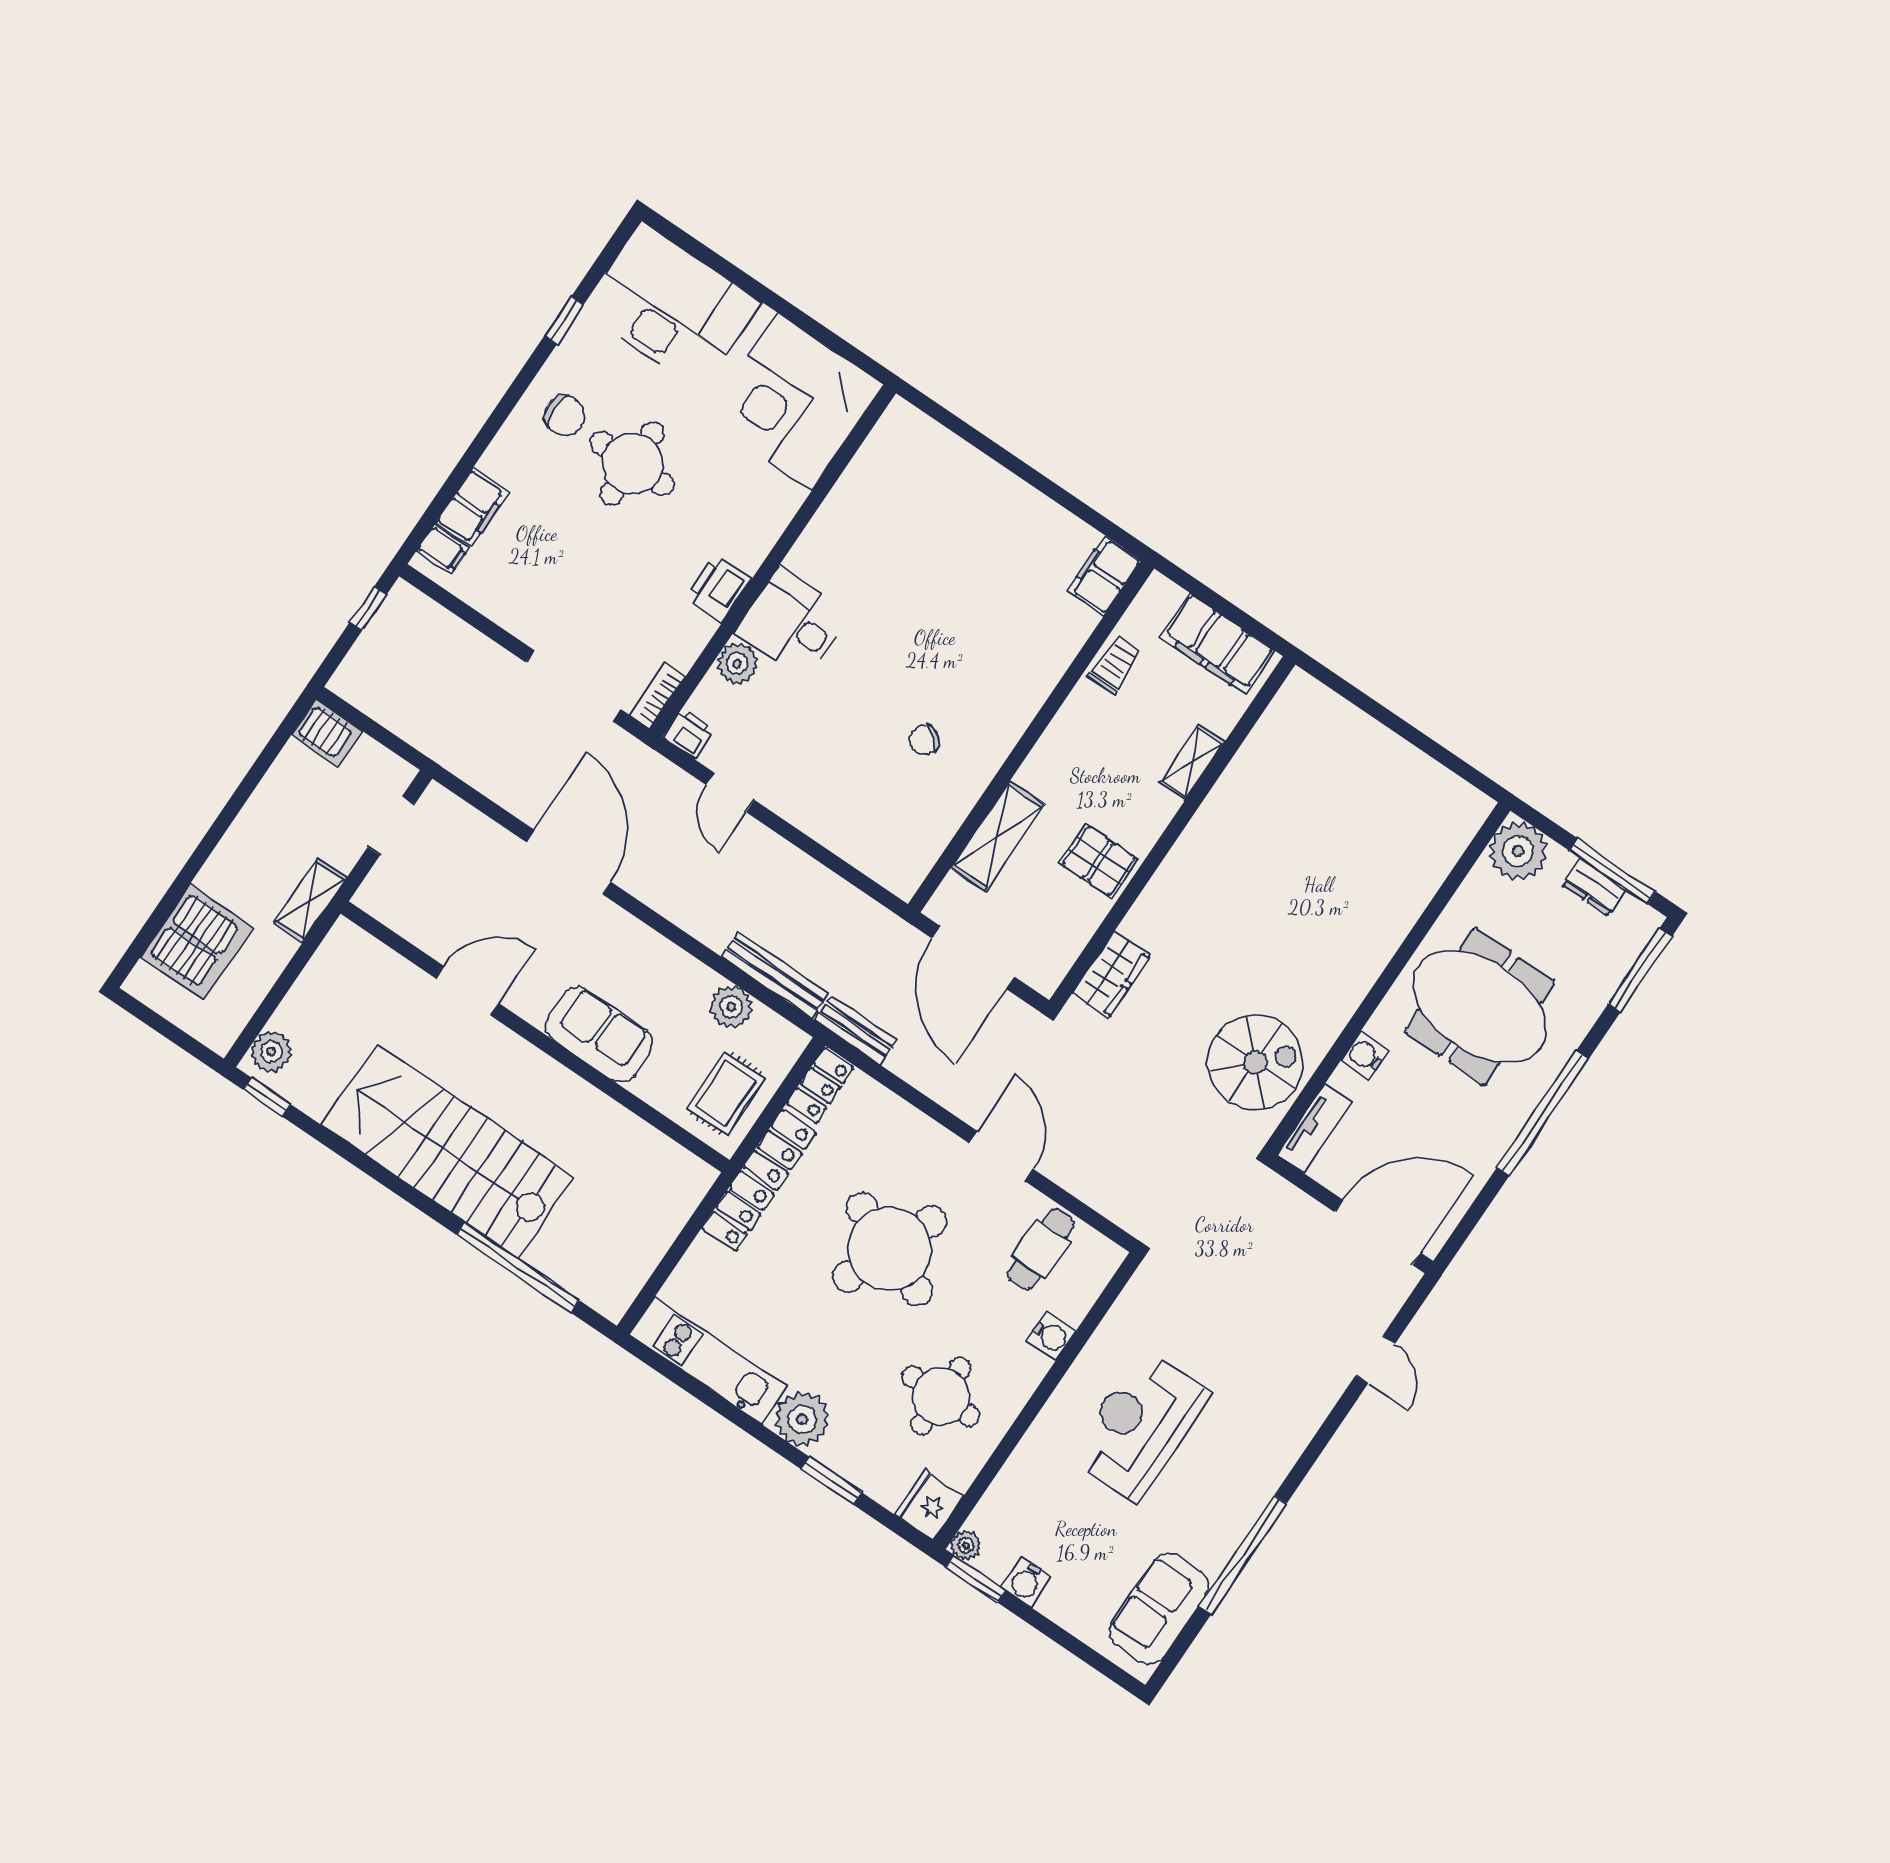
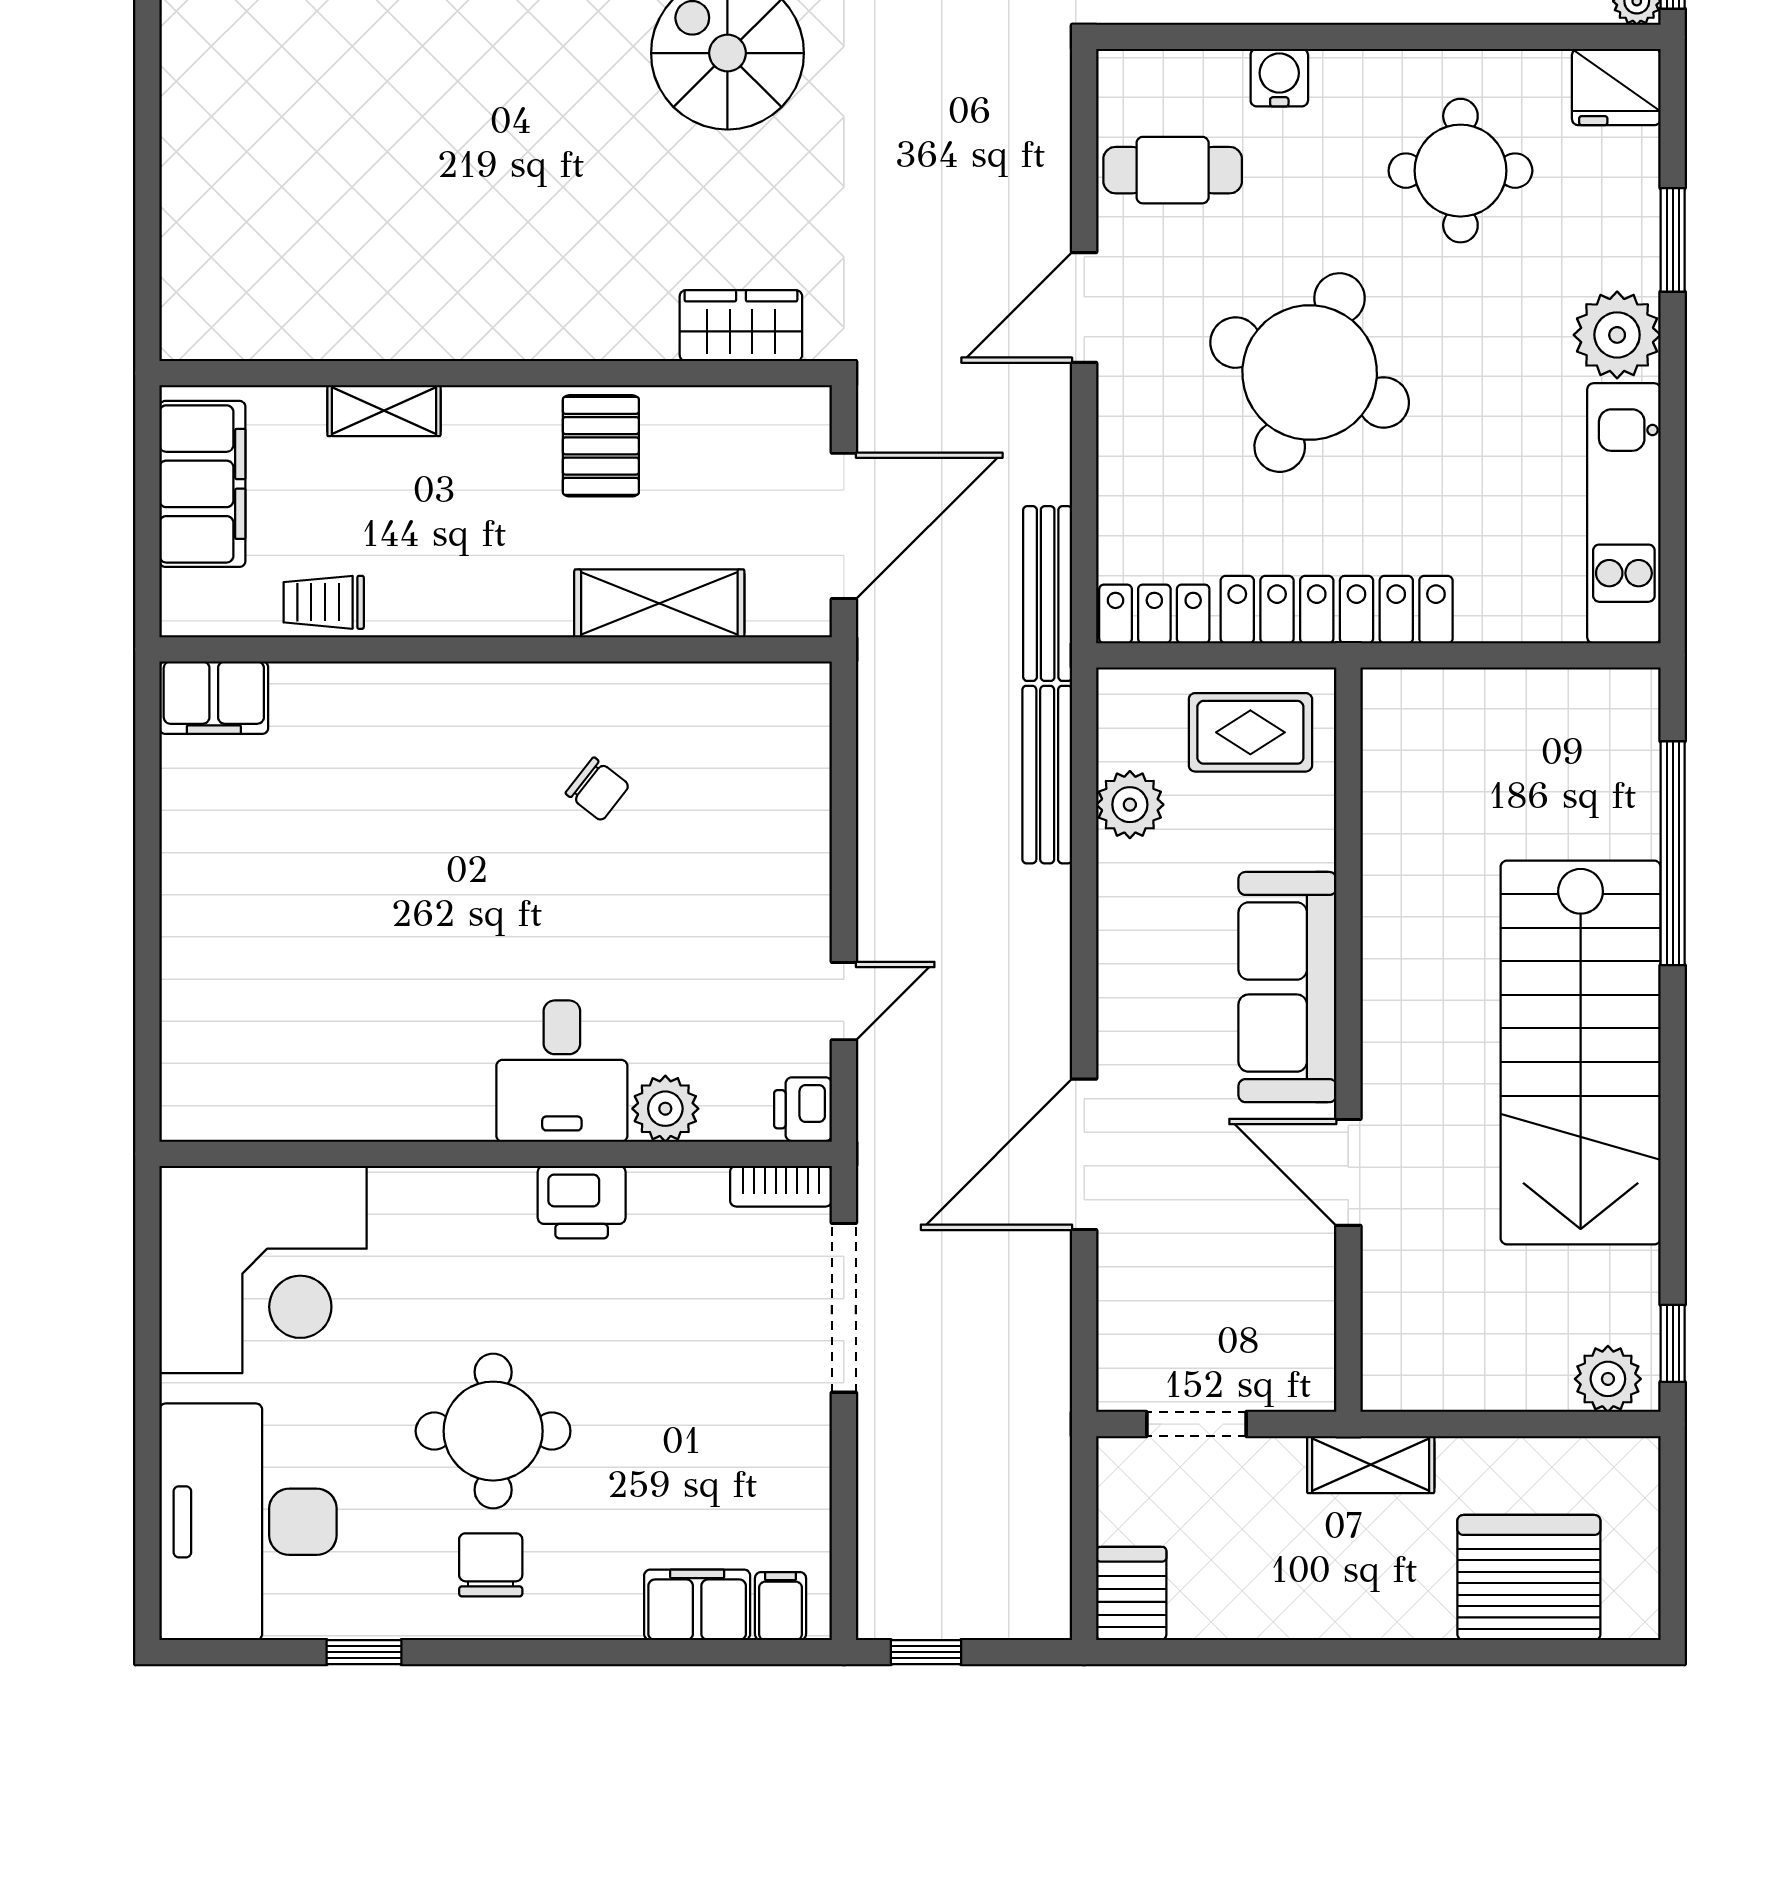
bench: (856, 1030) -> (1048, 594), width x1.36
sofa: (599, 1035) -> (1287, 987), width x1.36

